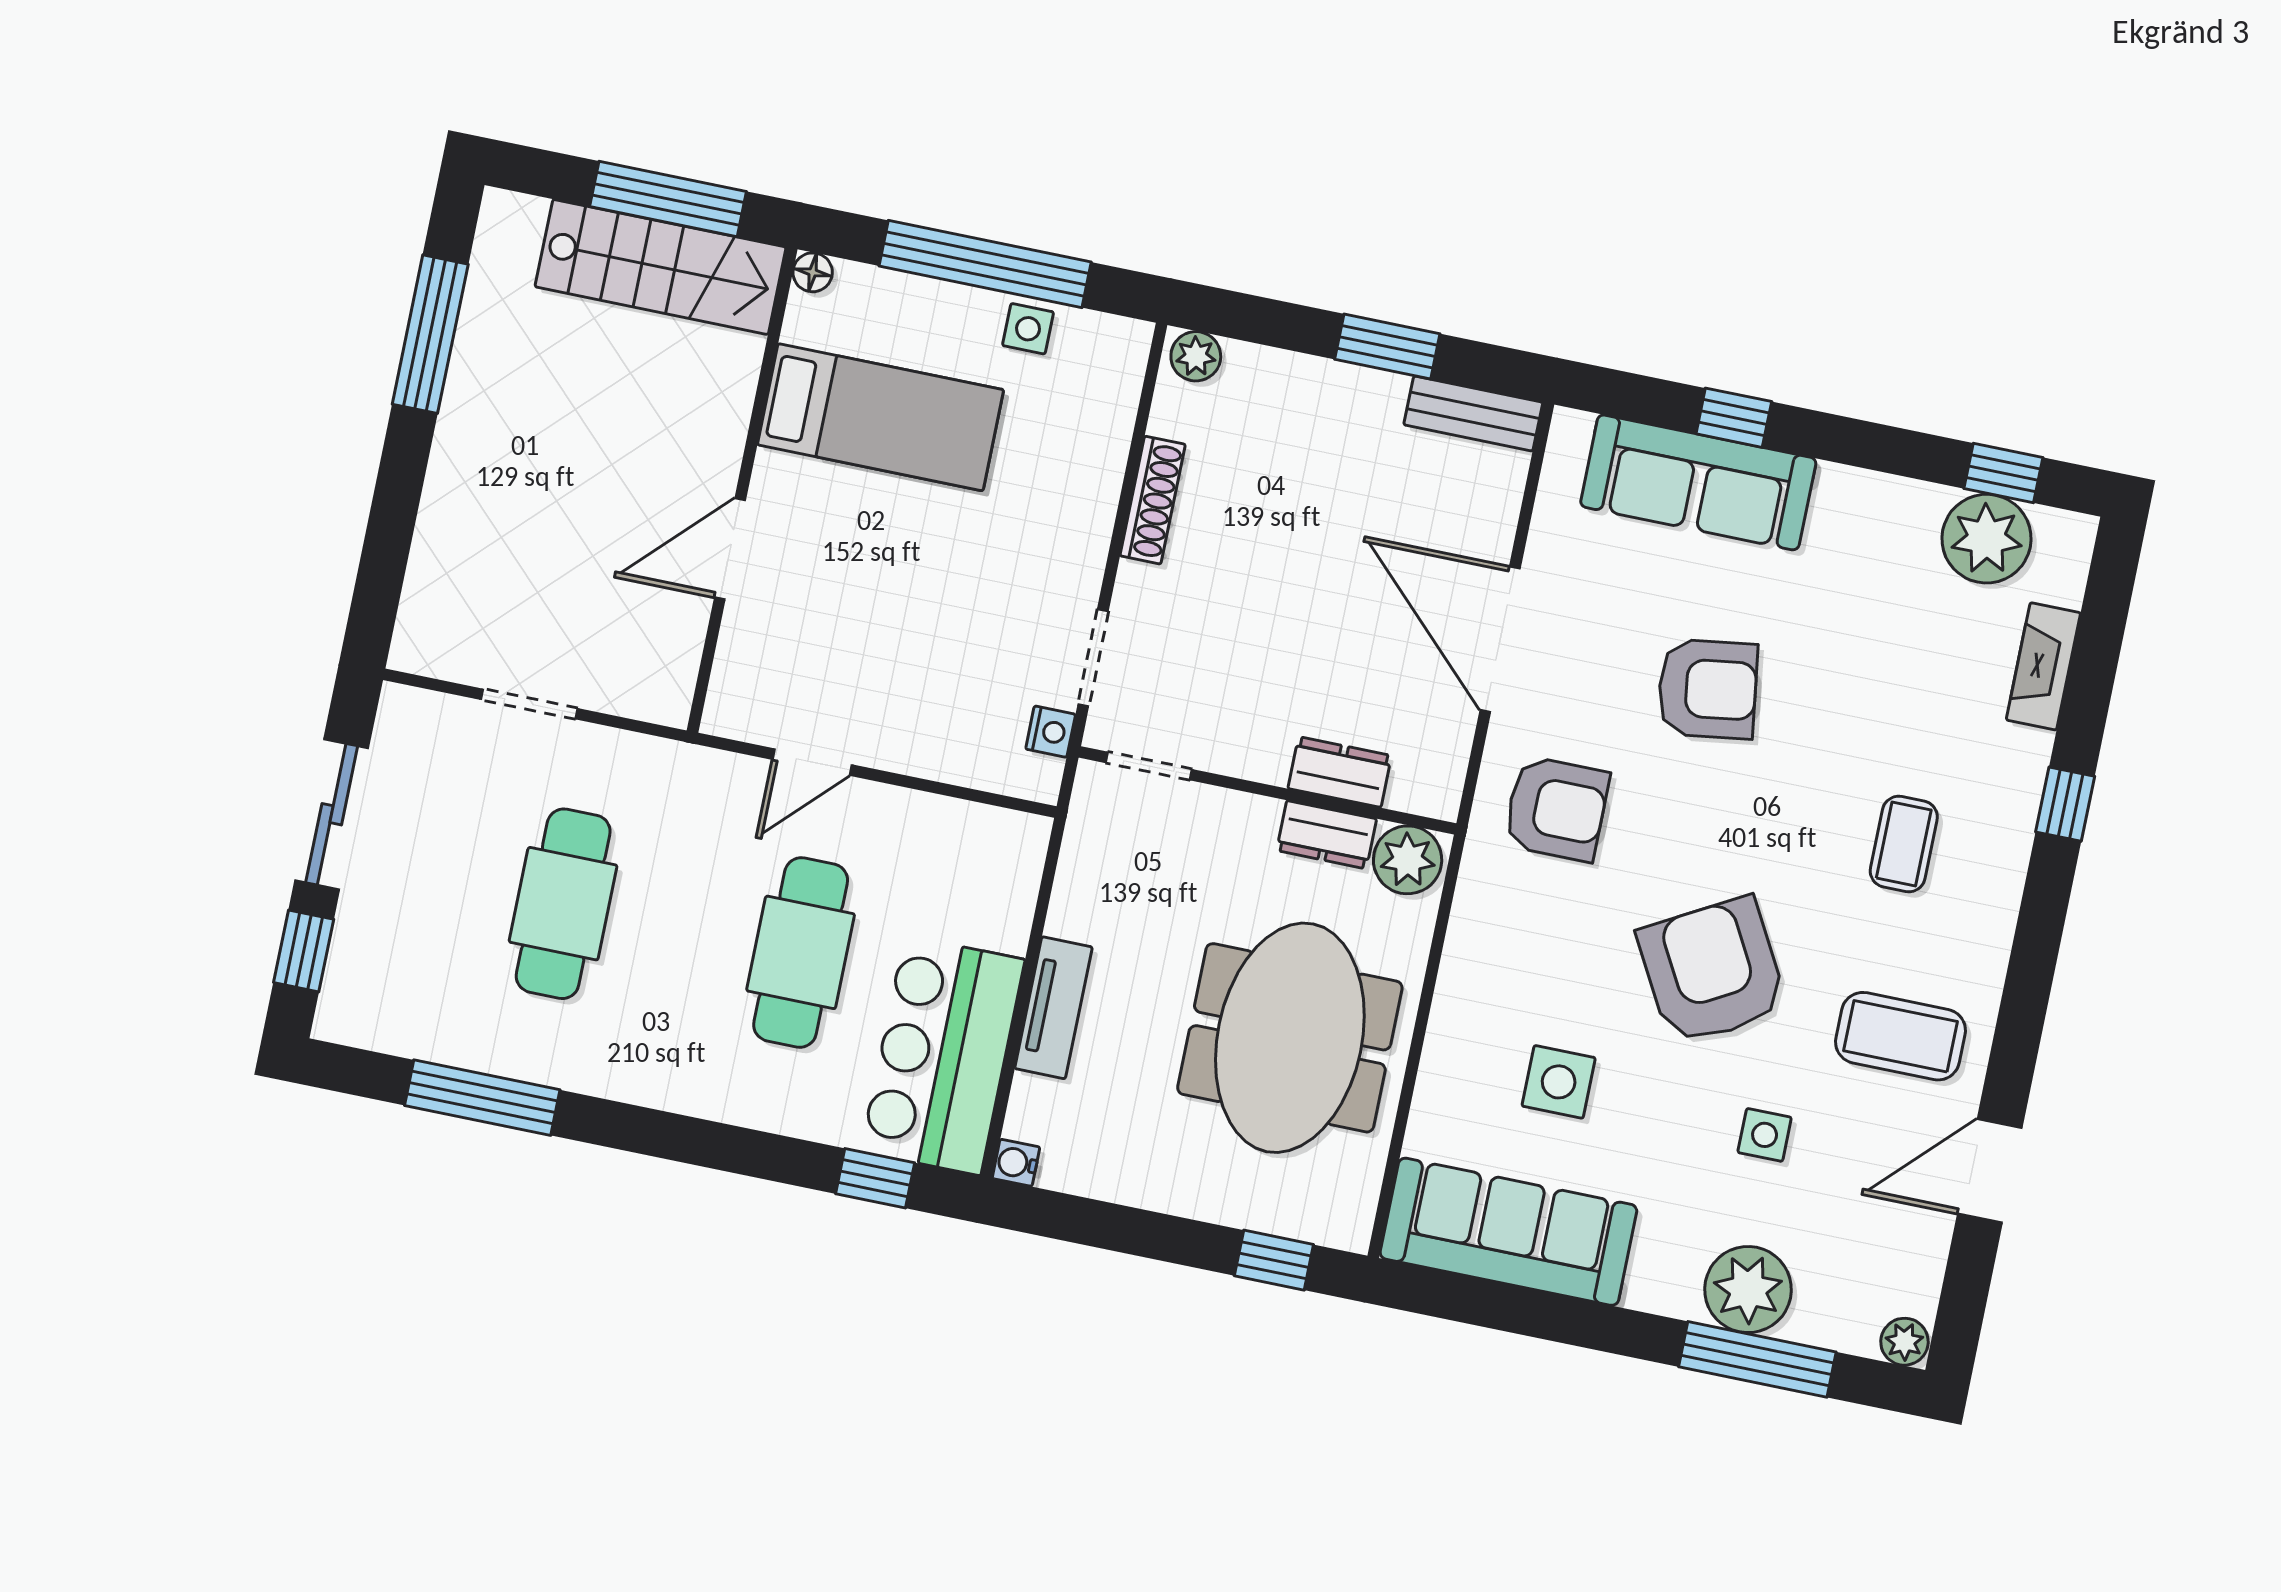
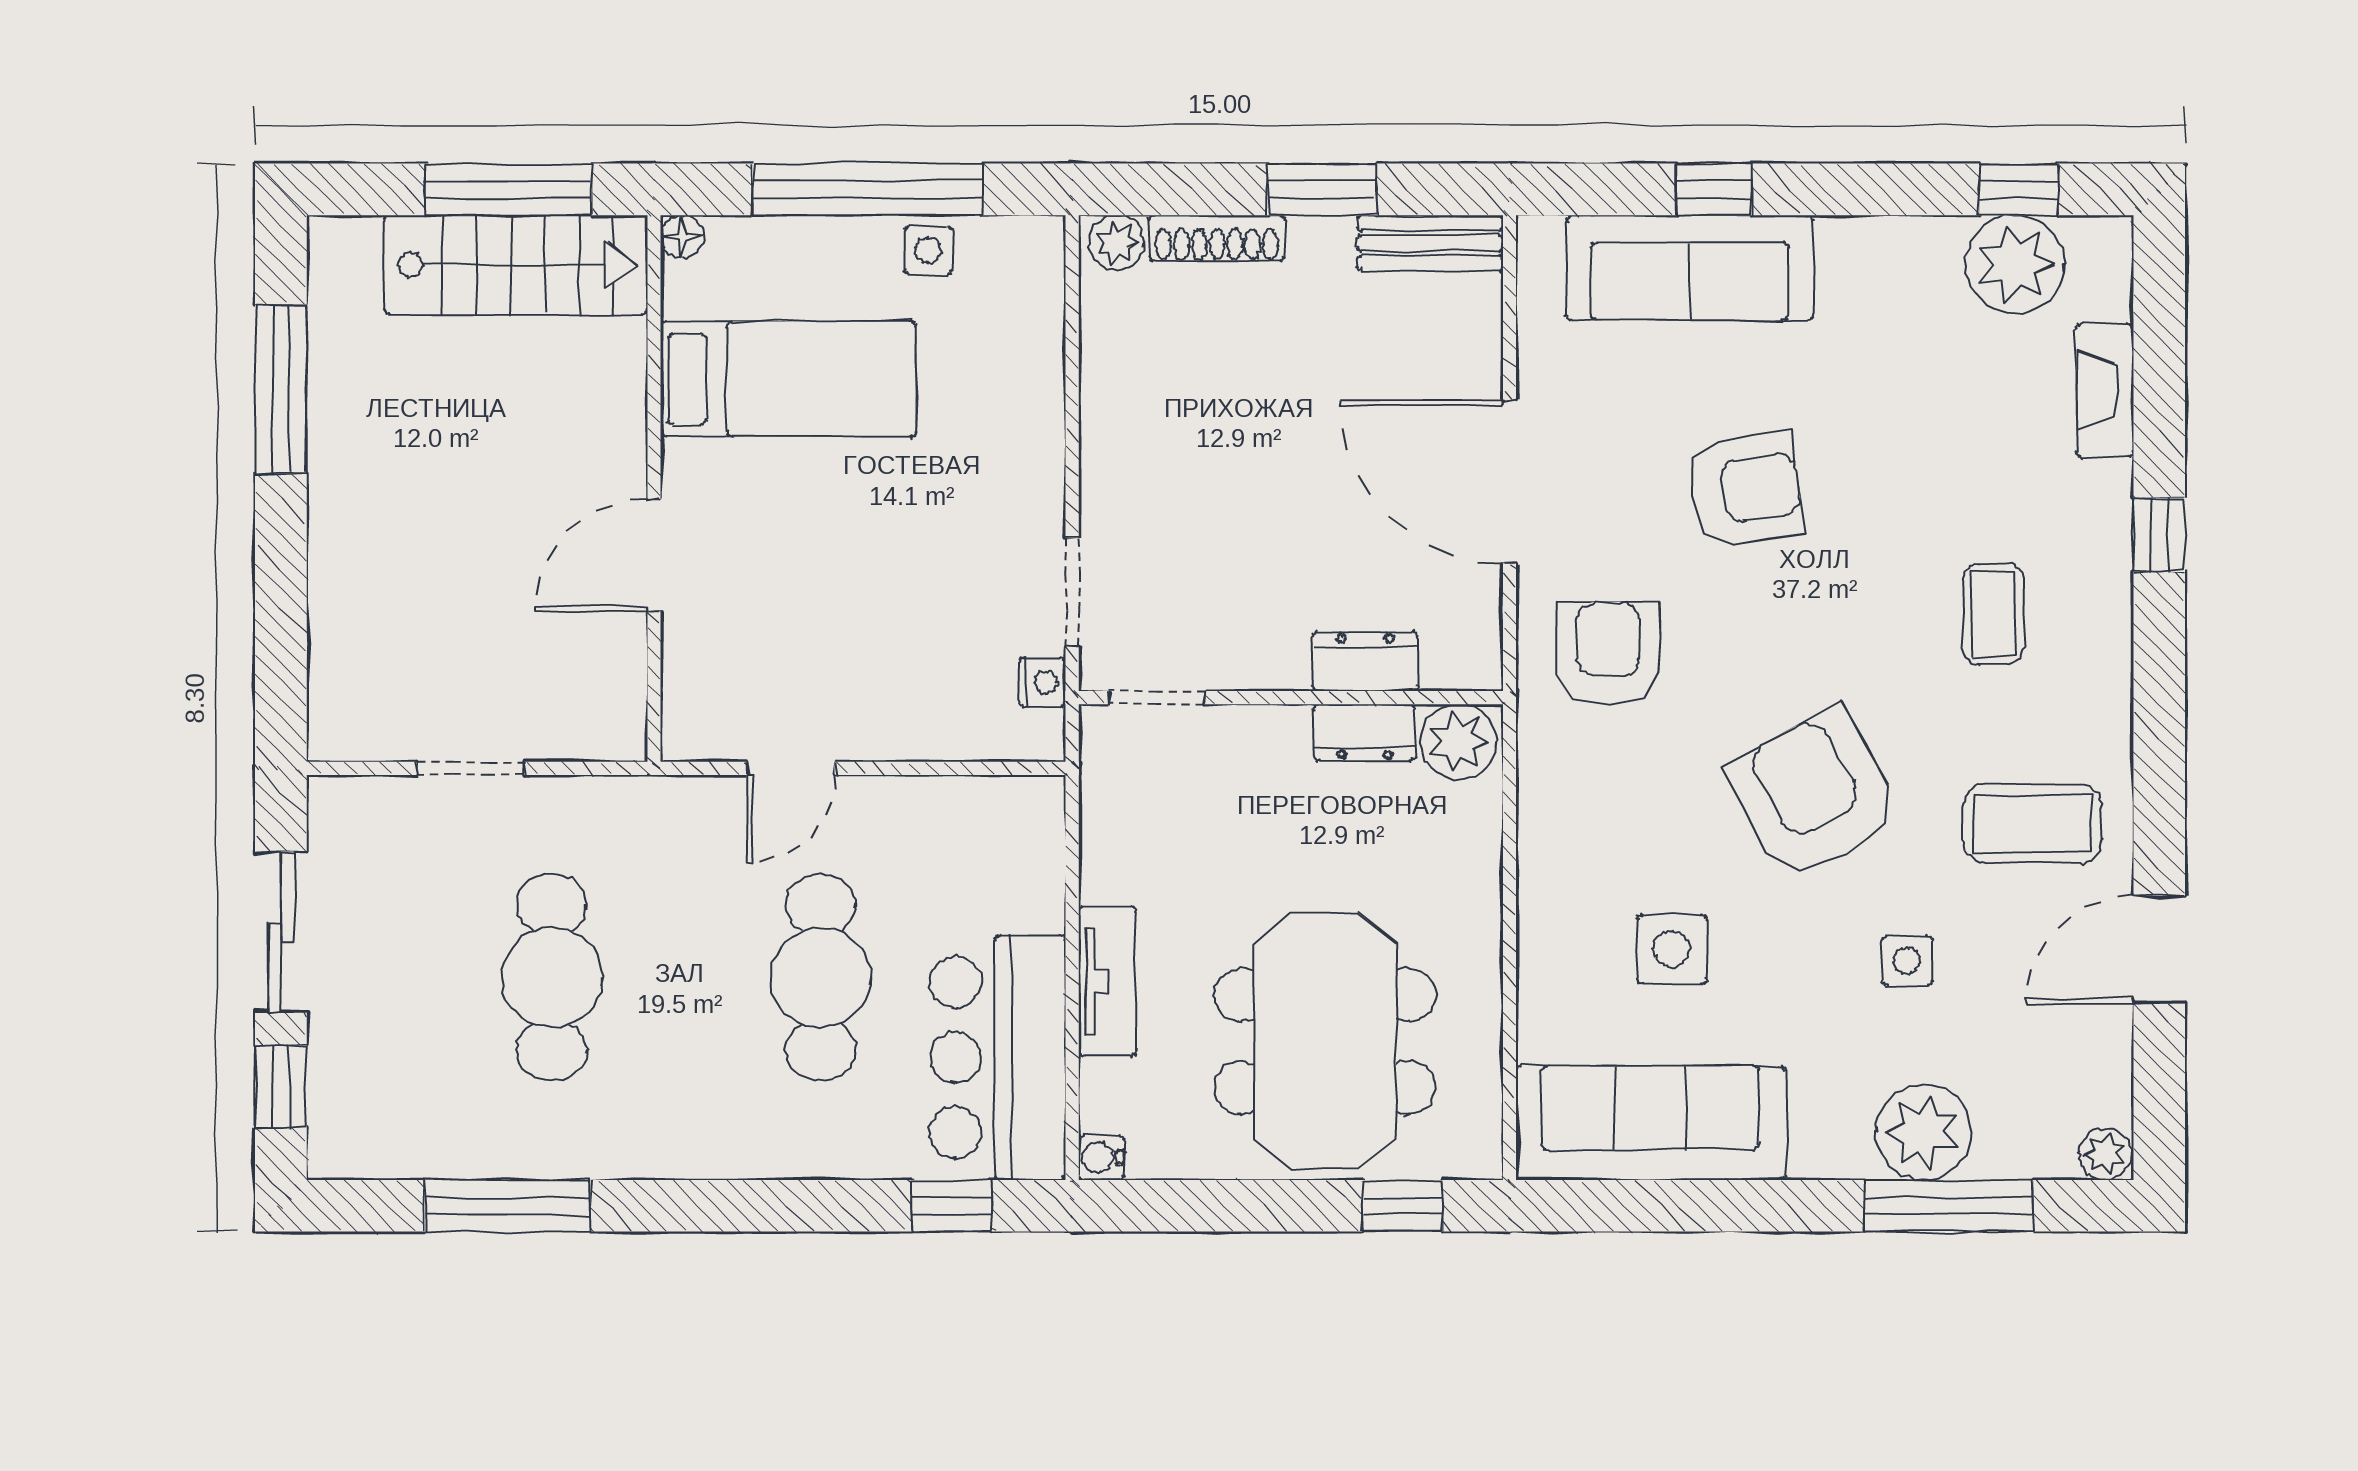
shoe rack: (1153, 500) -> (1217, 238), moved, turned 90
armchair: (1556, 809) -> (1608, 653), turned -90
meeting table: (1290, 1038) -> (1325, 1041), moved

